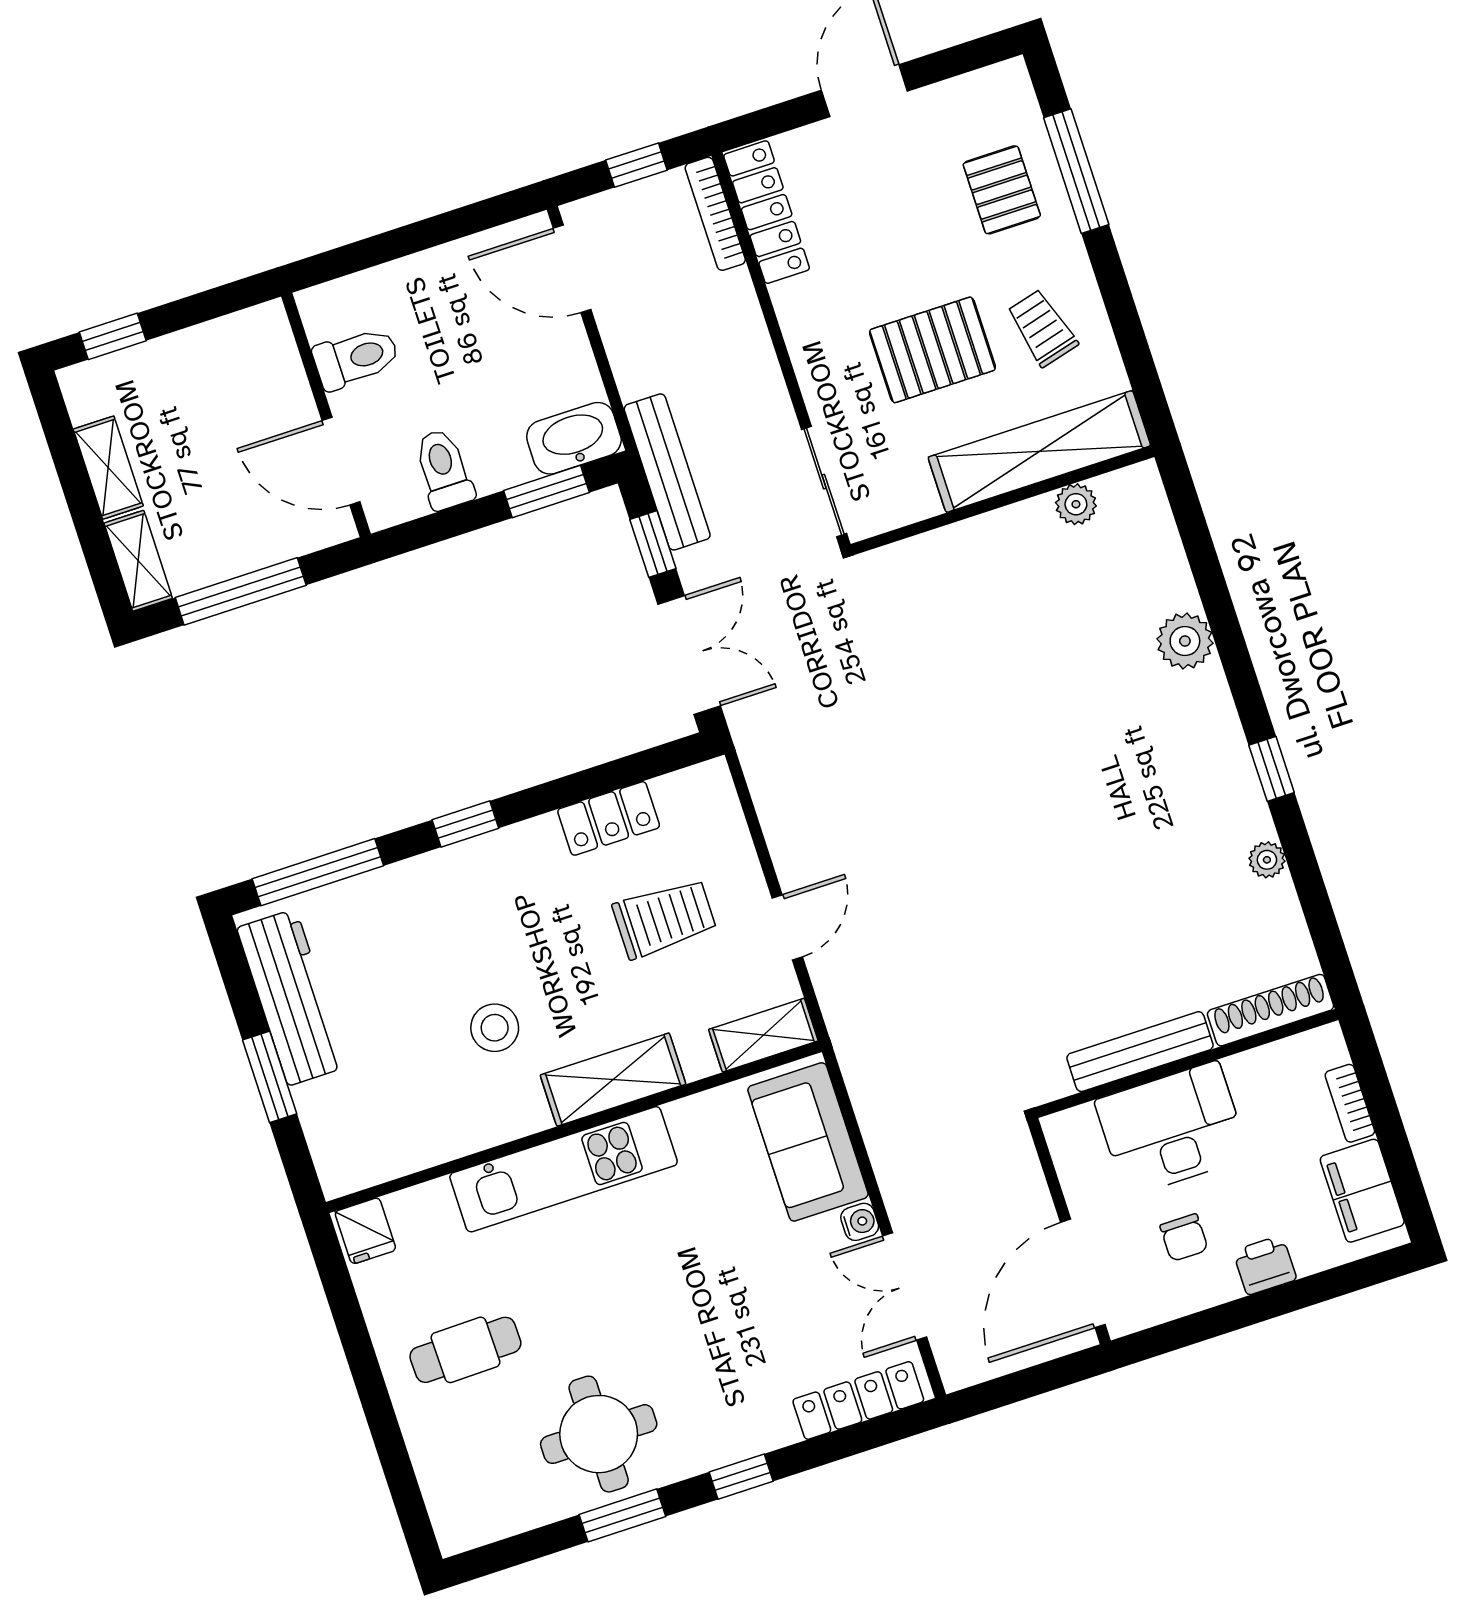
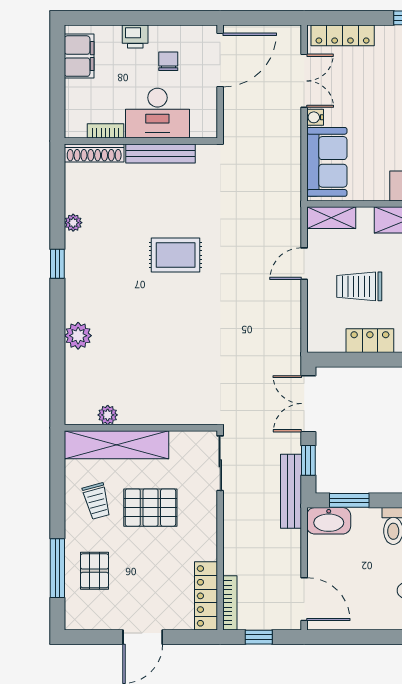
rug: (1045, 862) -> (176, 255), added
bookcase: (1350, 1103) -> (106, 131), moved, turned -90

